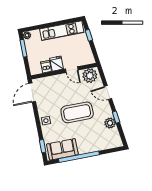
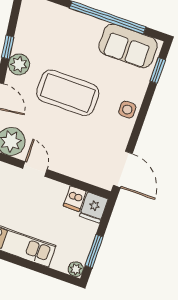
fridge: (57, 64) -> (94, 208), moved
door: (32, 93) -> (123, 169), hinge flipped
plant: (110, 123) -> (19, 64), moved

